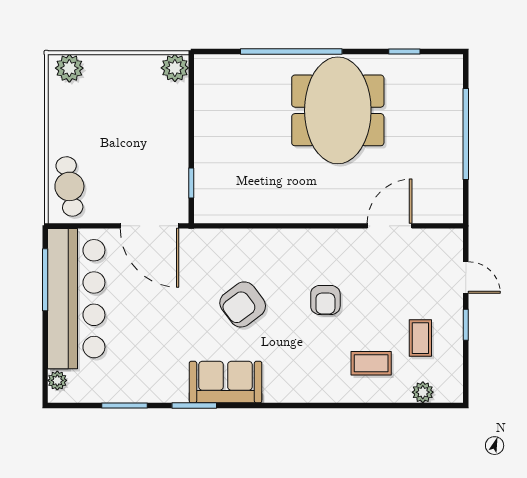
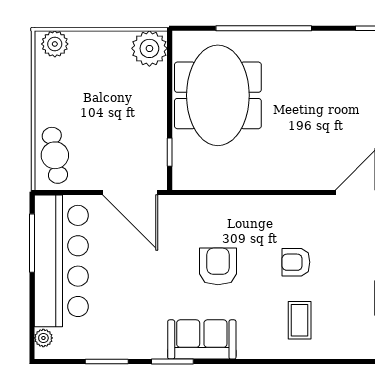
plant: (175, 68) -> (149, 48), width x1.36, depth x1.36
meeting table: (338, 110) -> (218, 95), moved
armchair: (325, 300) -> (296, 262), turned 90
armchair: (243, 304) -> (218, 266), turned 127
coffee table: (371, 363) -> (300, 320), moved, turned 90

